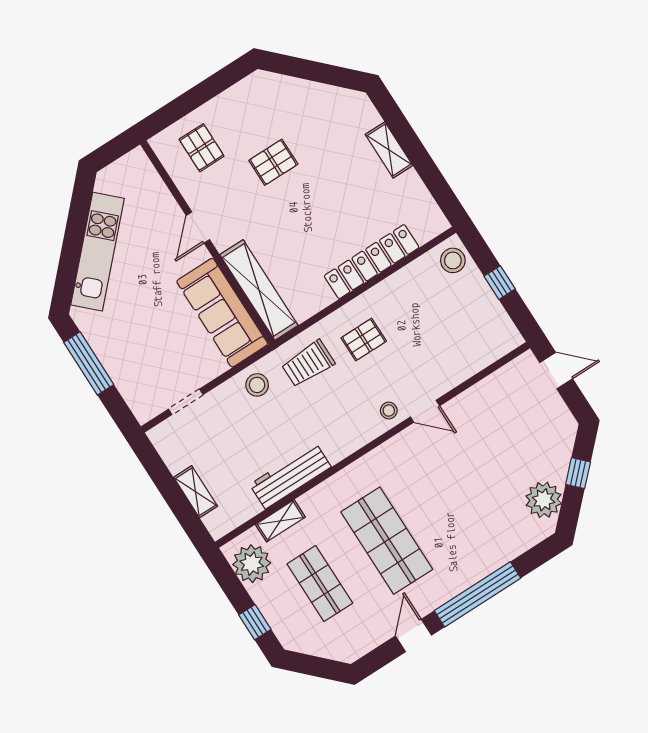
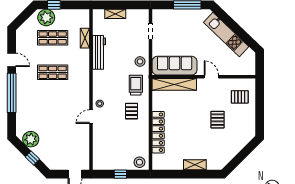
shop shelf: (387, 541) -> (53, 72), width x0.70, depth x0.74
plant: (252, 564) -> (46, 18), moved

